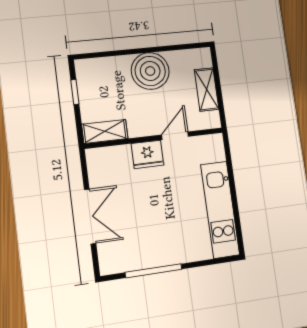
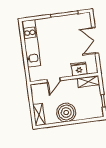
shelving: (207, 90) -> (39, 115), moved
fridge: (147, 154) -> (79, 69), moved

